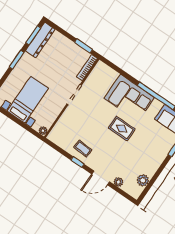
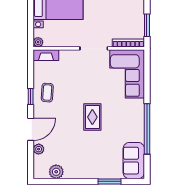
corner sofa: (129, 98) -> (127, 74), moved
fireplace: (56, 131) -> (46, 55), added
door: (101, 178) -> (31, 129), swing flipped

